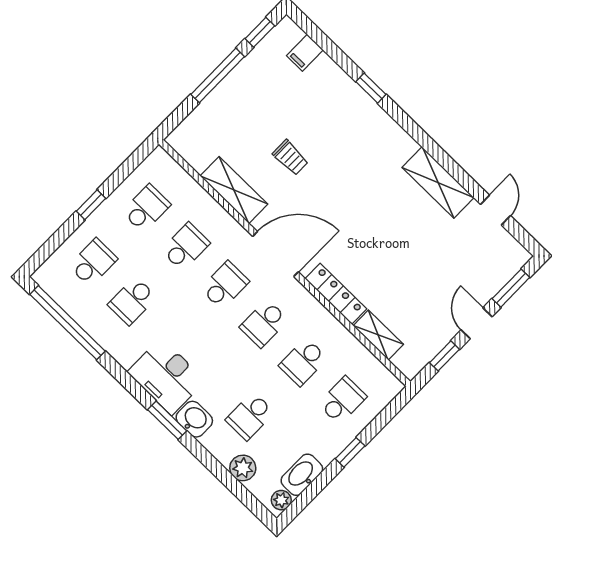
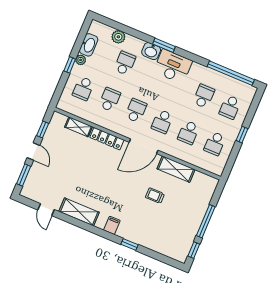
filing cabinet: (305, 53) -> (112, 225), moved
plant: (281, 500) -> (81, 60), moved

